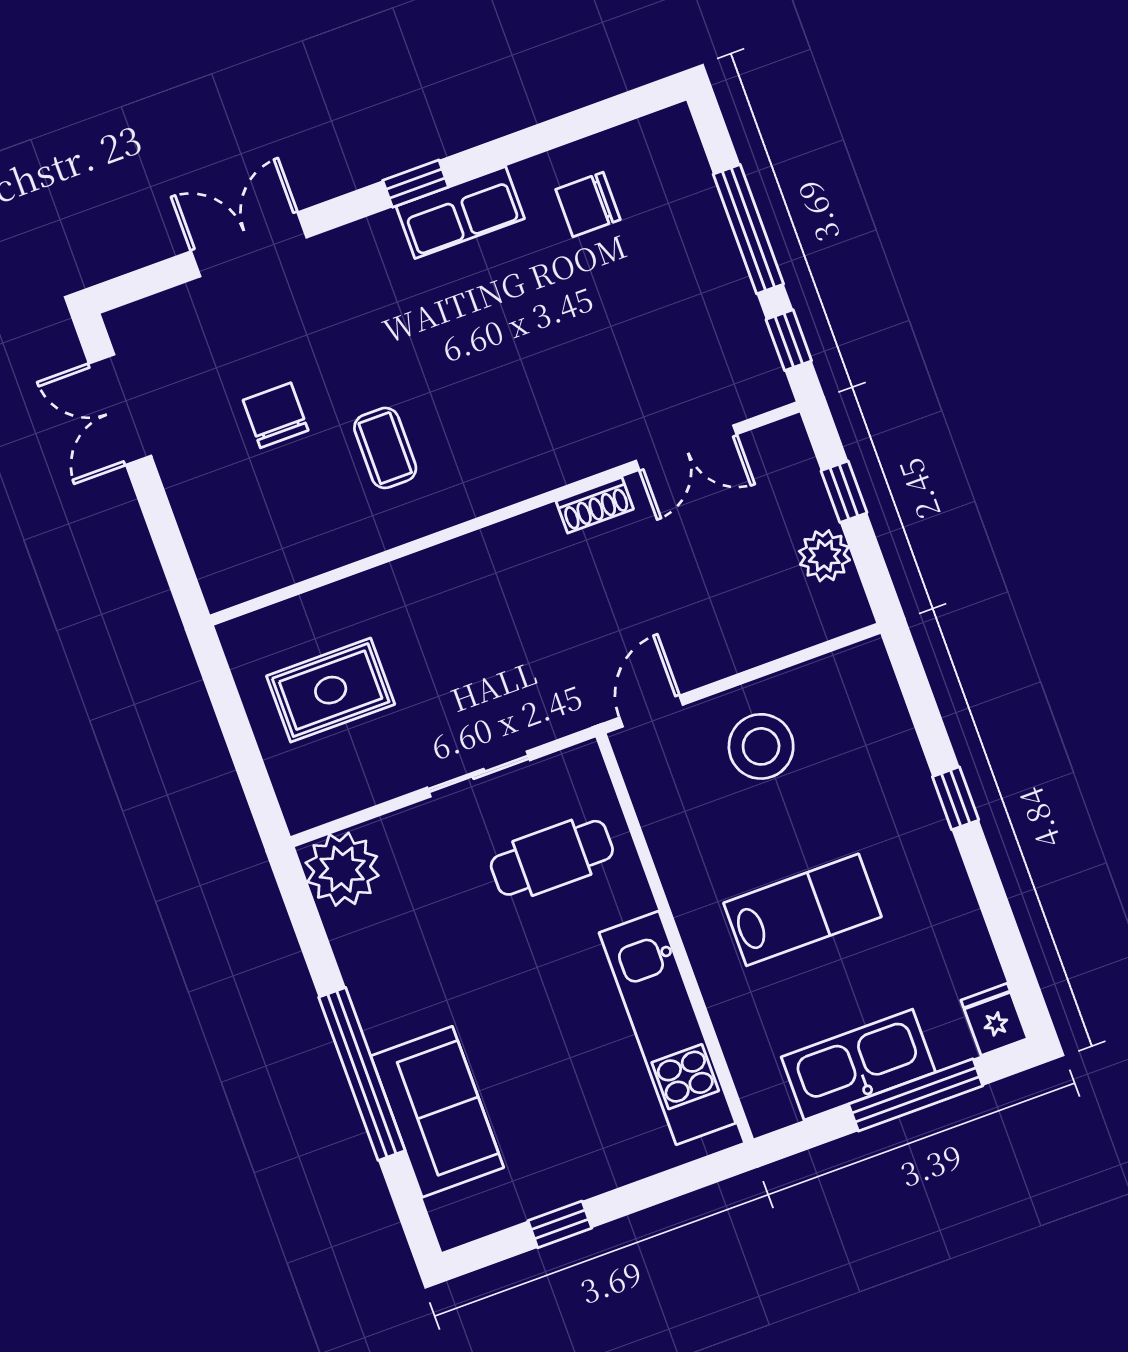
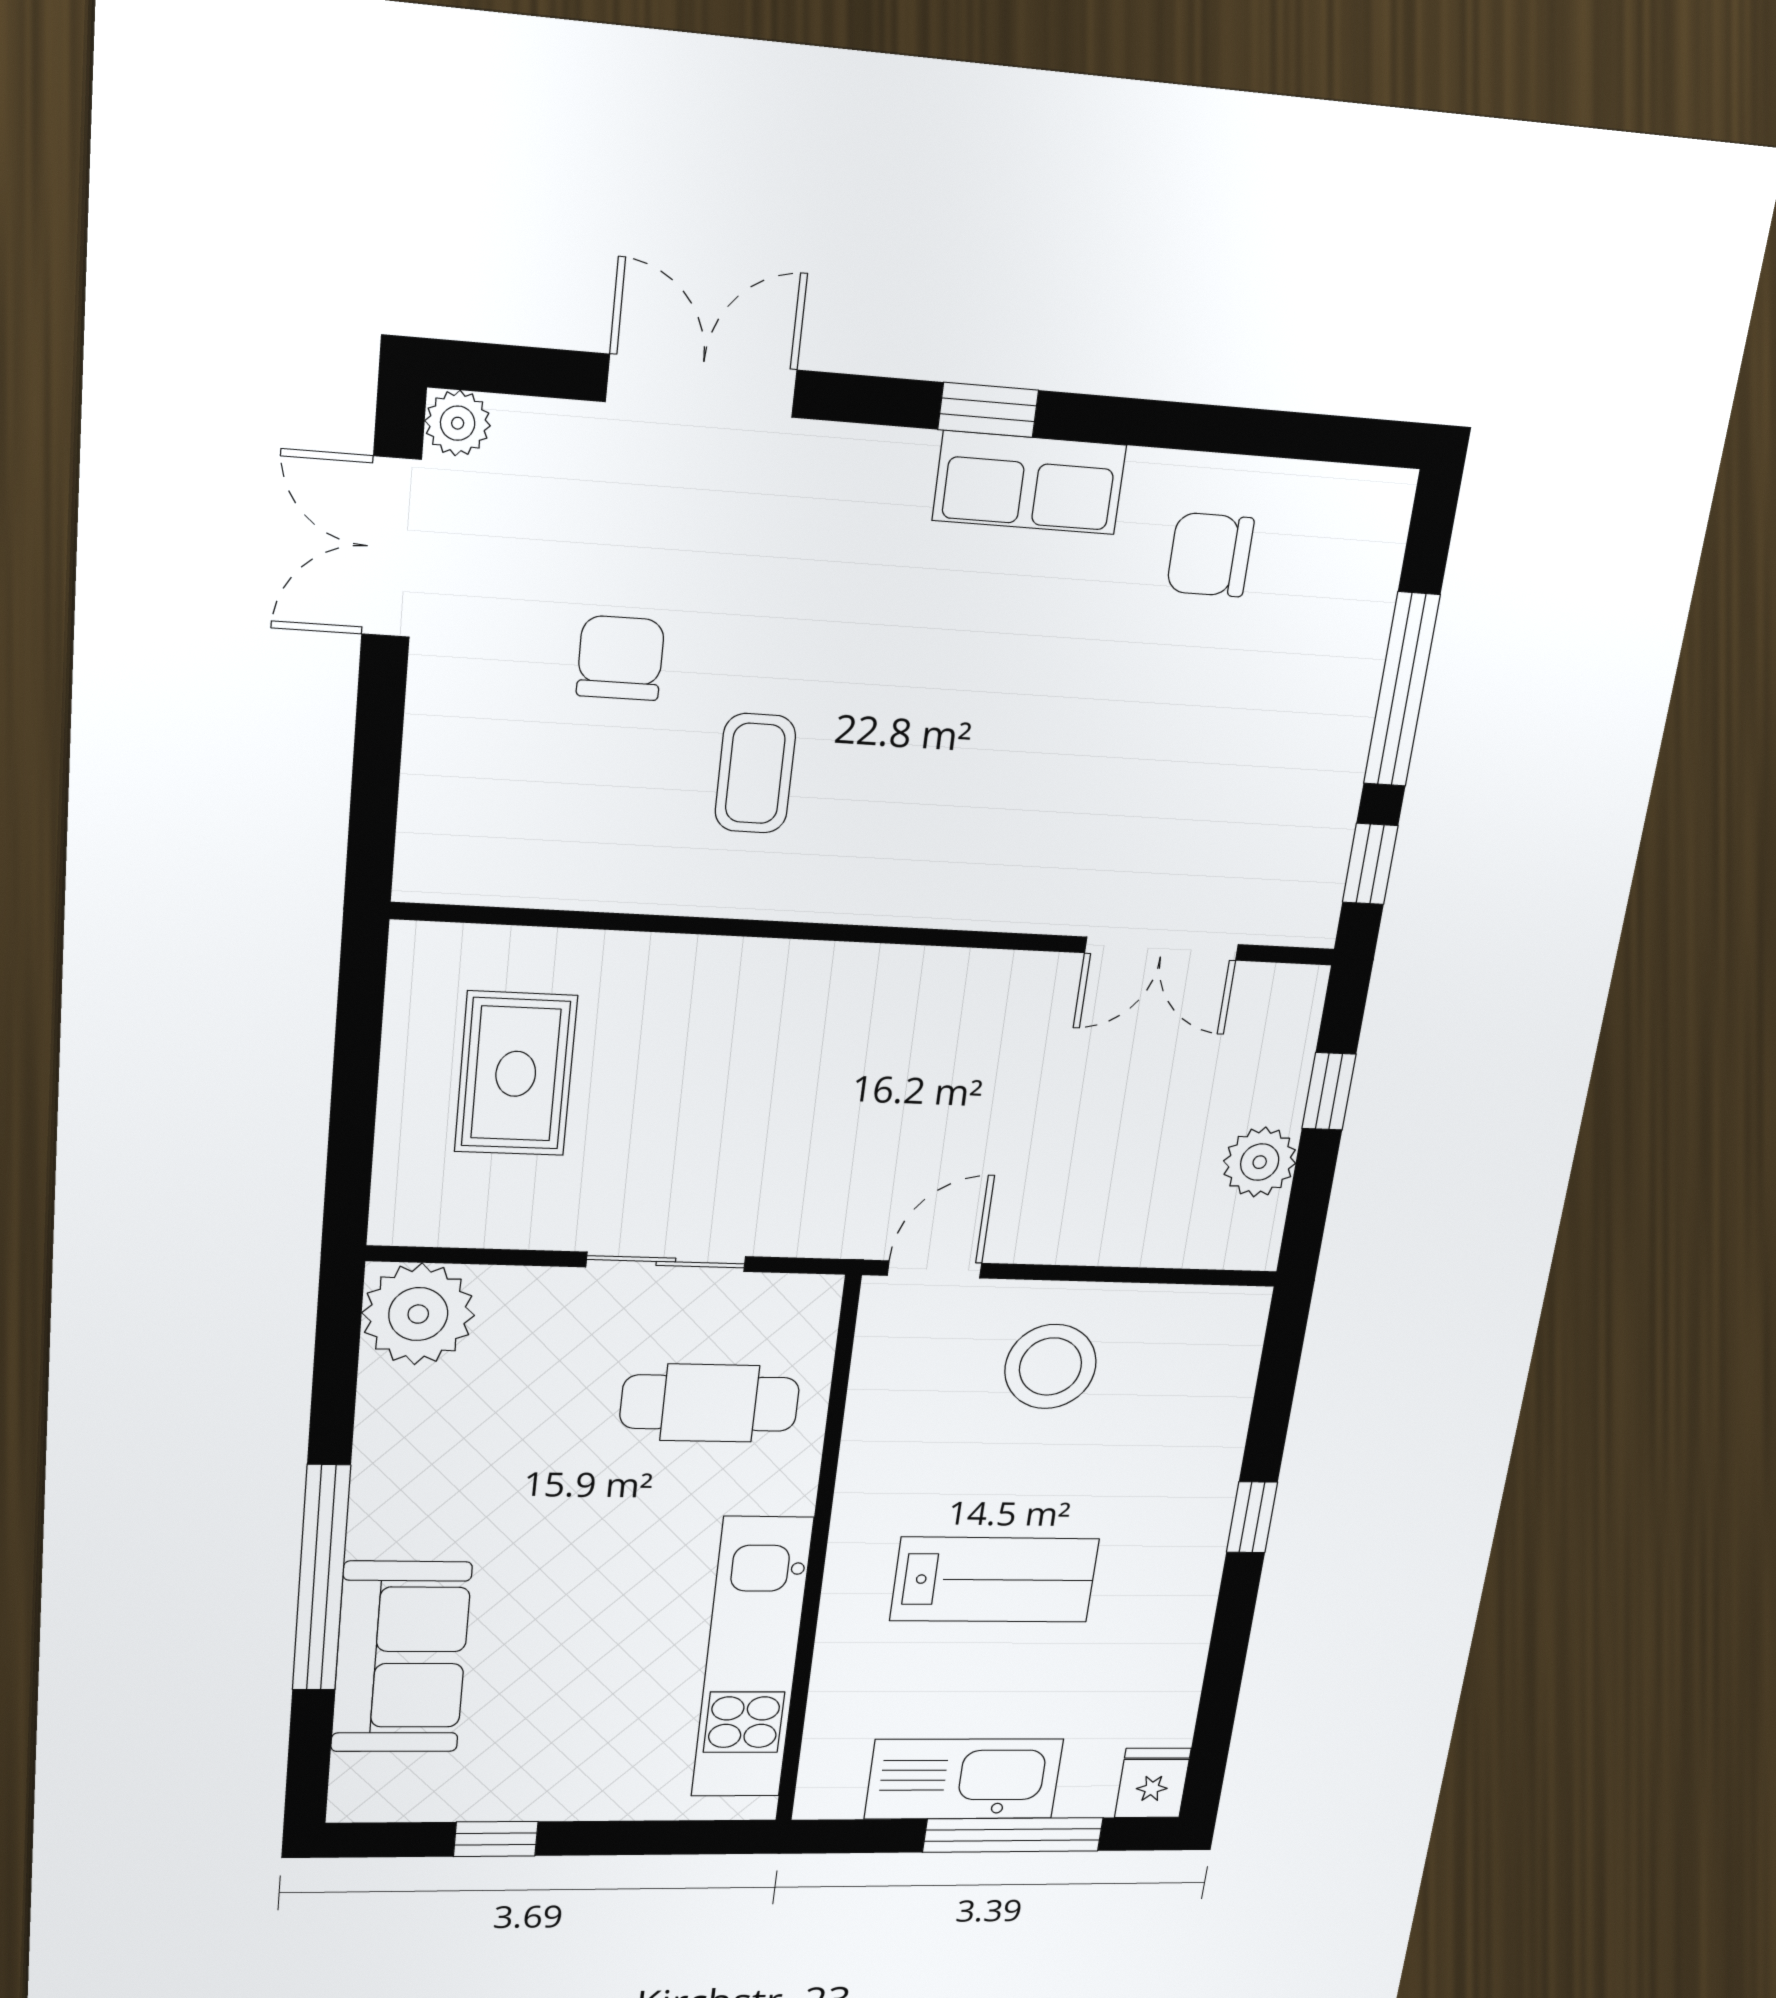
plant: (126, 325) -> (458, 423), added
shoe rack: (595, 505) -> (1002, 974), removed
rug: (331, 690) -> (516, 1074), turned 90

